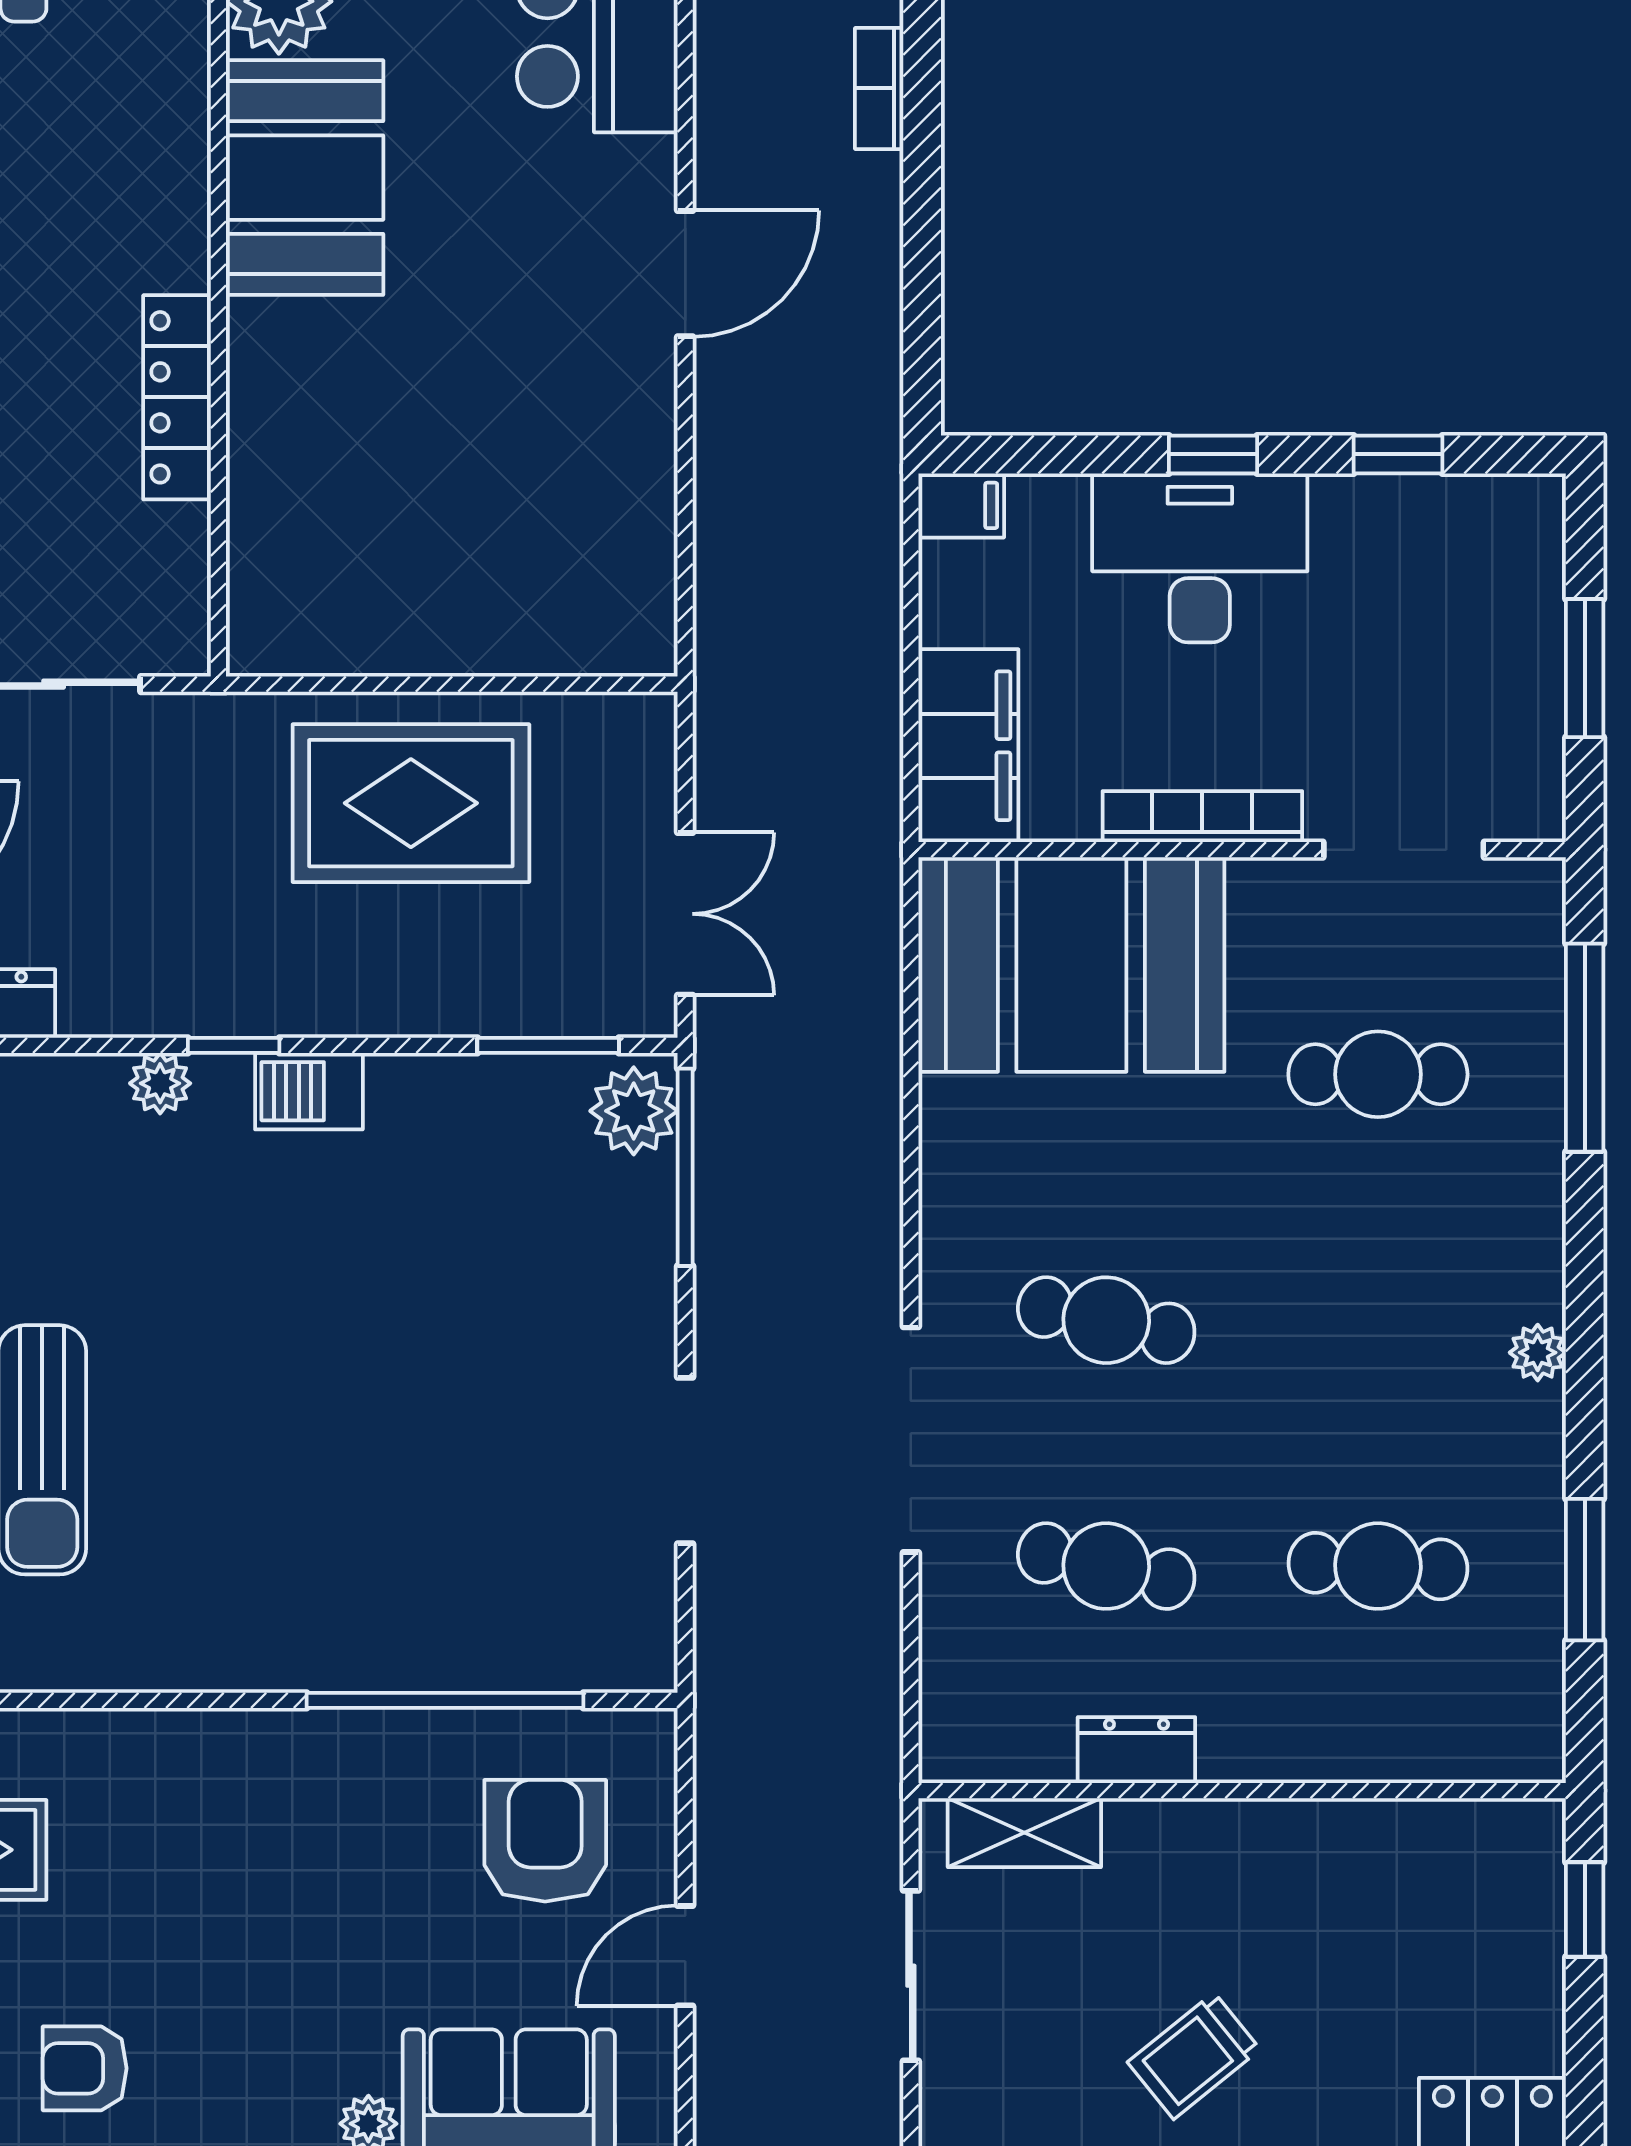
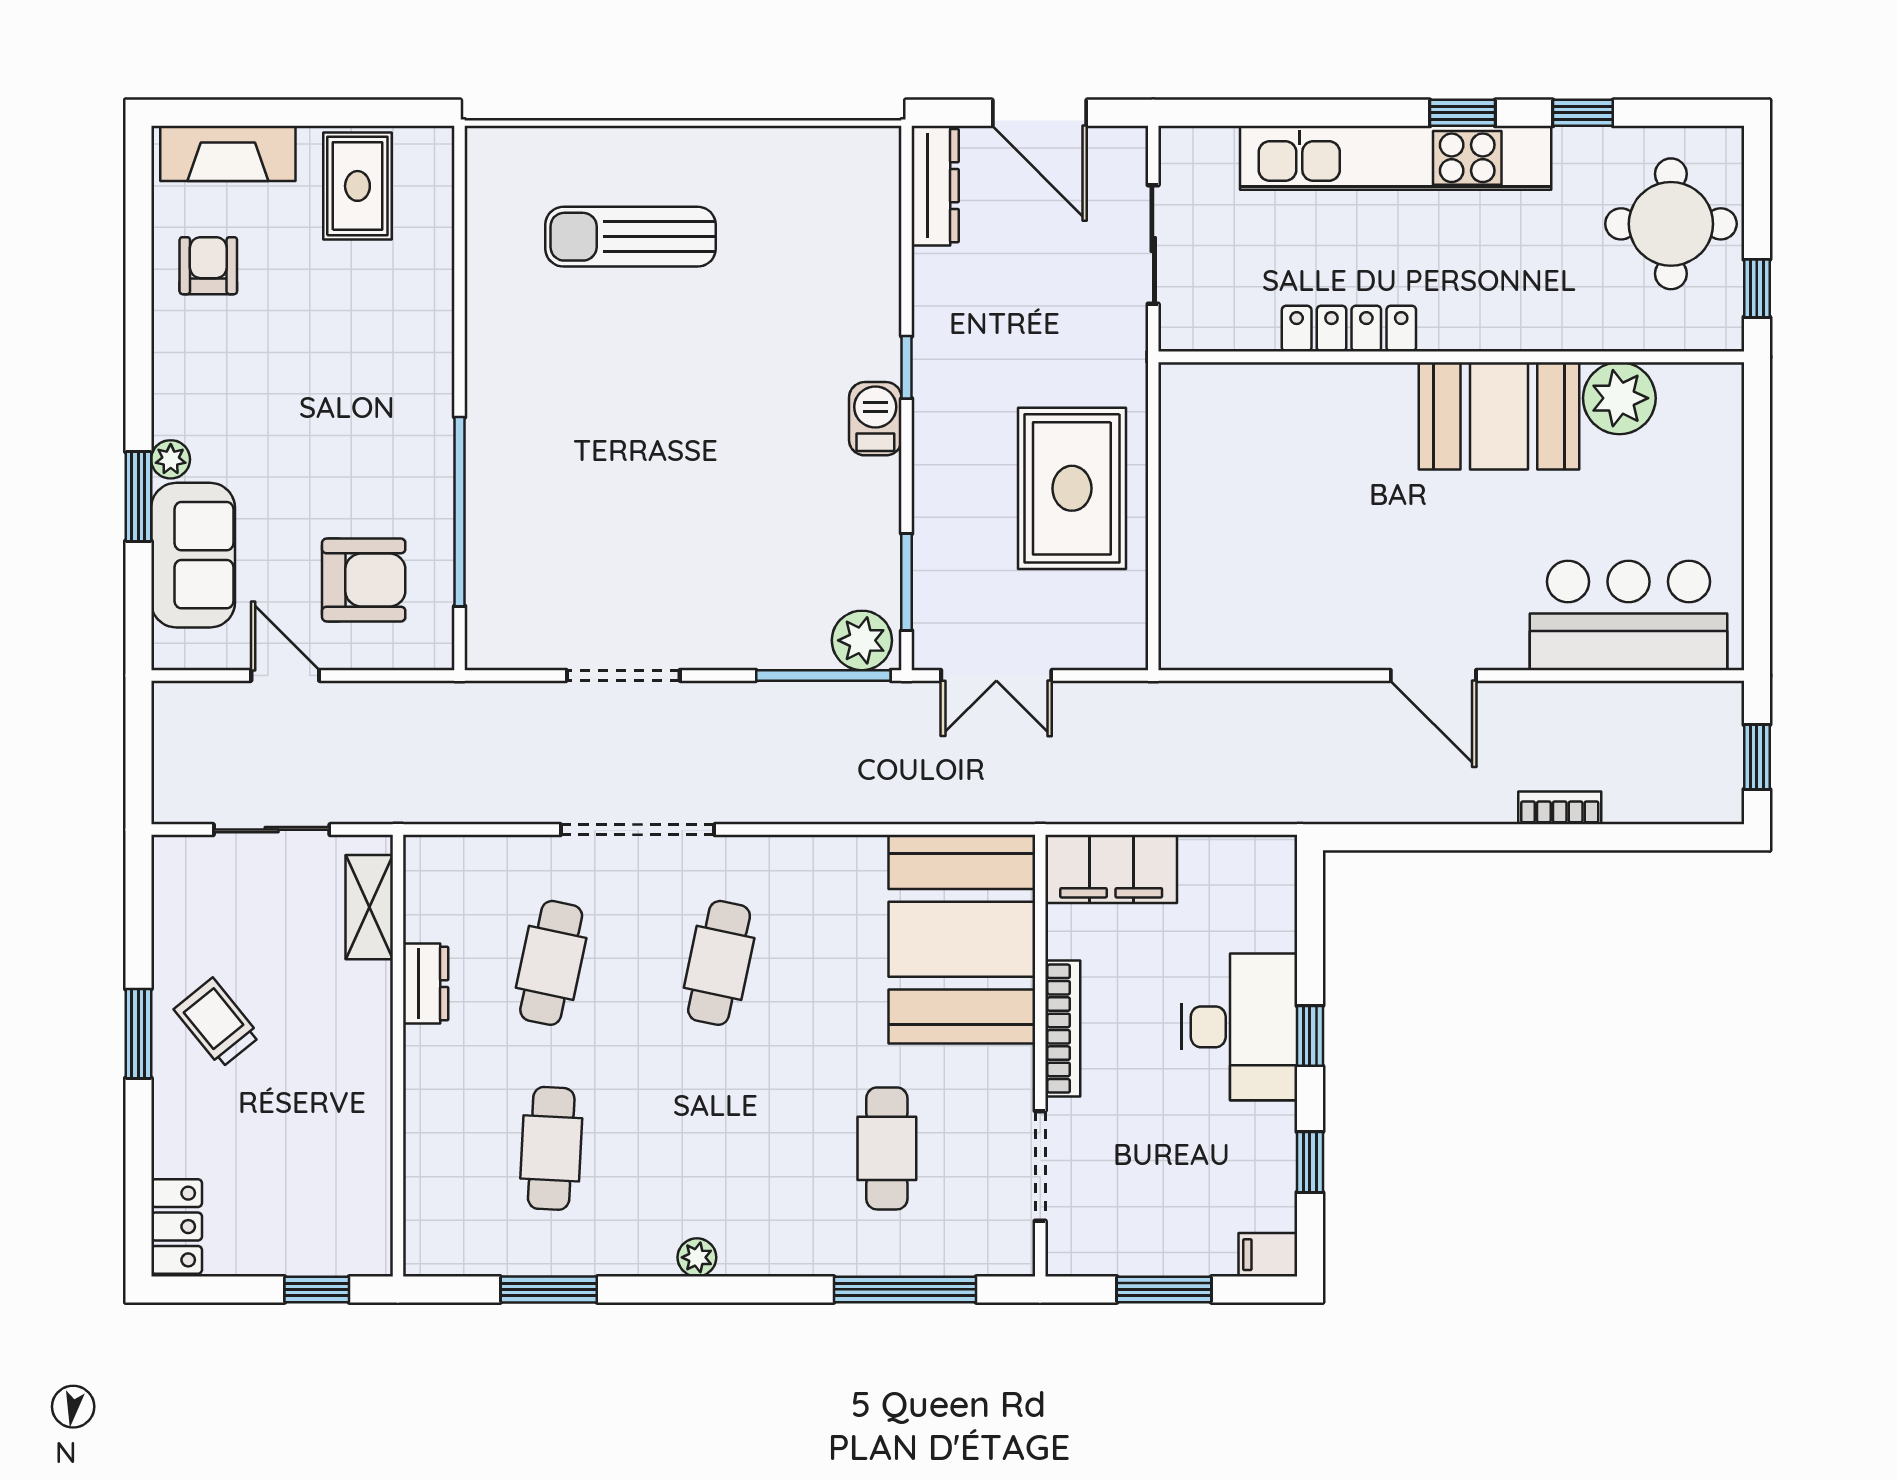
filing cabinet: (961, 505) -> (1268, 1255), moved, turned 90
plant: (160, 1083) -> (881, 317), removed

